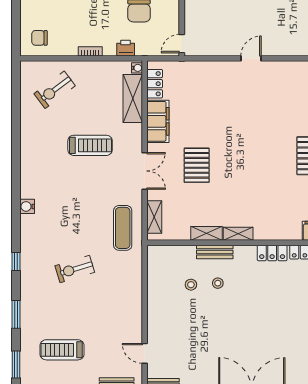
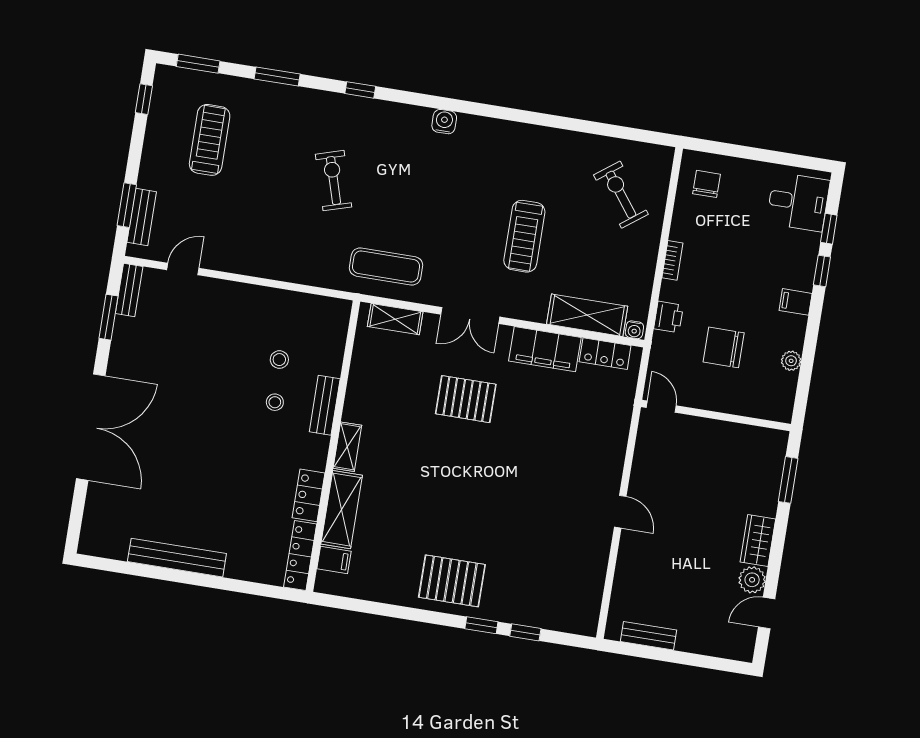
shelving: (206, 233) -> (342, 510), moved, width x1.50, depth x1.33

